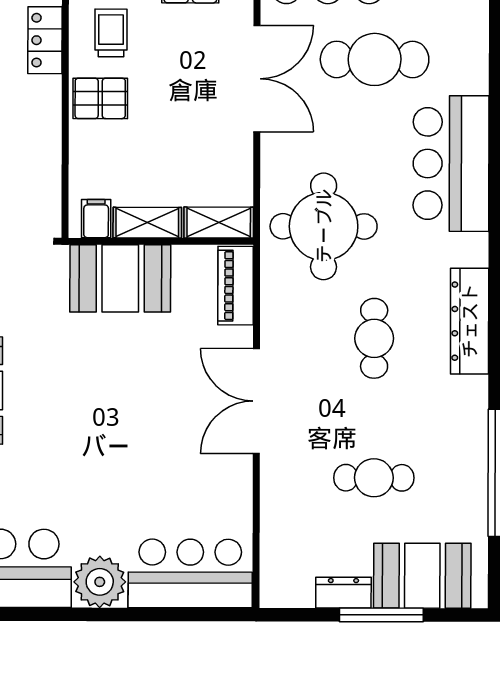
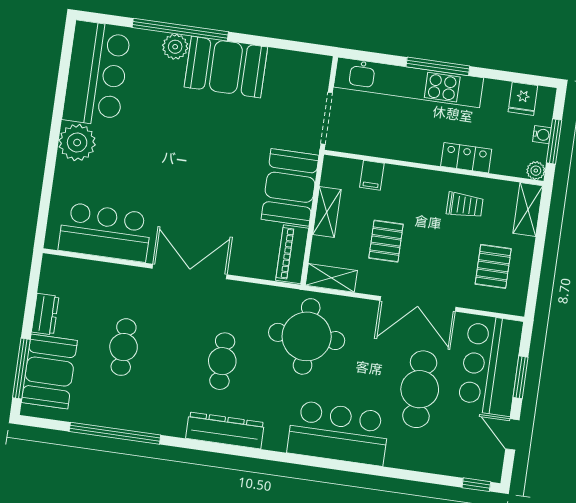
pallet: (100, 98) -> (386, 241), moved
filing cabinet: (96, 219) -> (372, 175), moved, turned 90
shelving: (219, 223) -> (331, 278), moved, turned 90
piano: (236, 286) -> (292, 254), moved, turned -90
cafe table: (374, 338) -> (222, 361), turned 90
bar counter: (190, 573) -> (105, 232), moved, turned -90
window: (381, 615) -> (21, 369), moved

